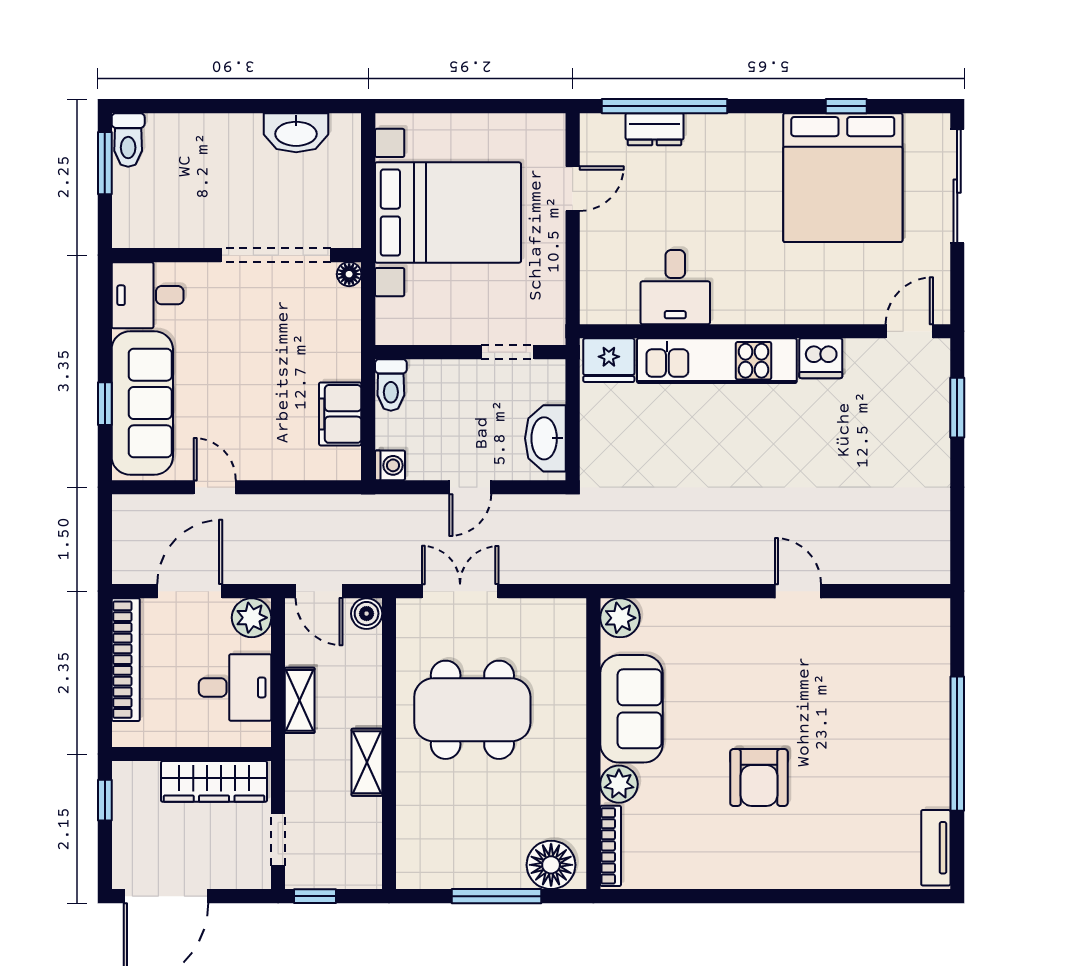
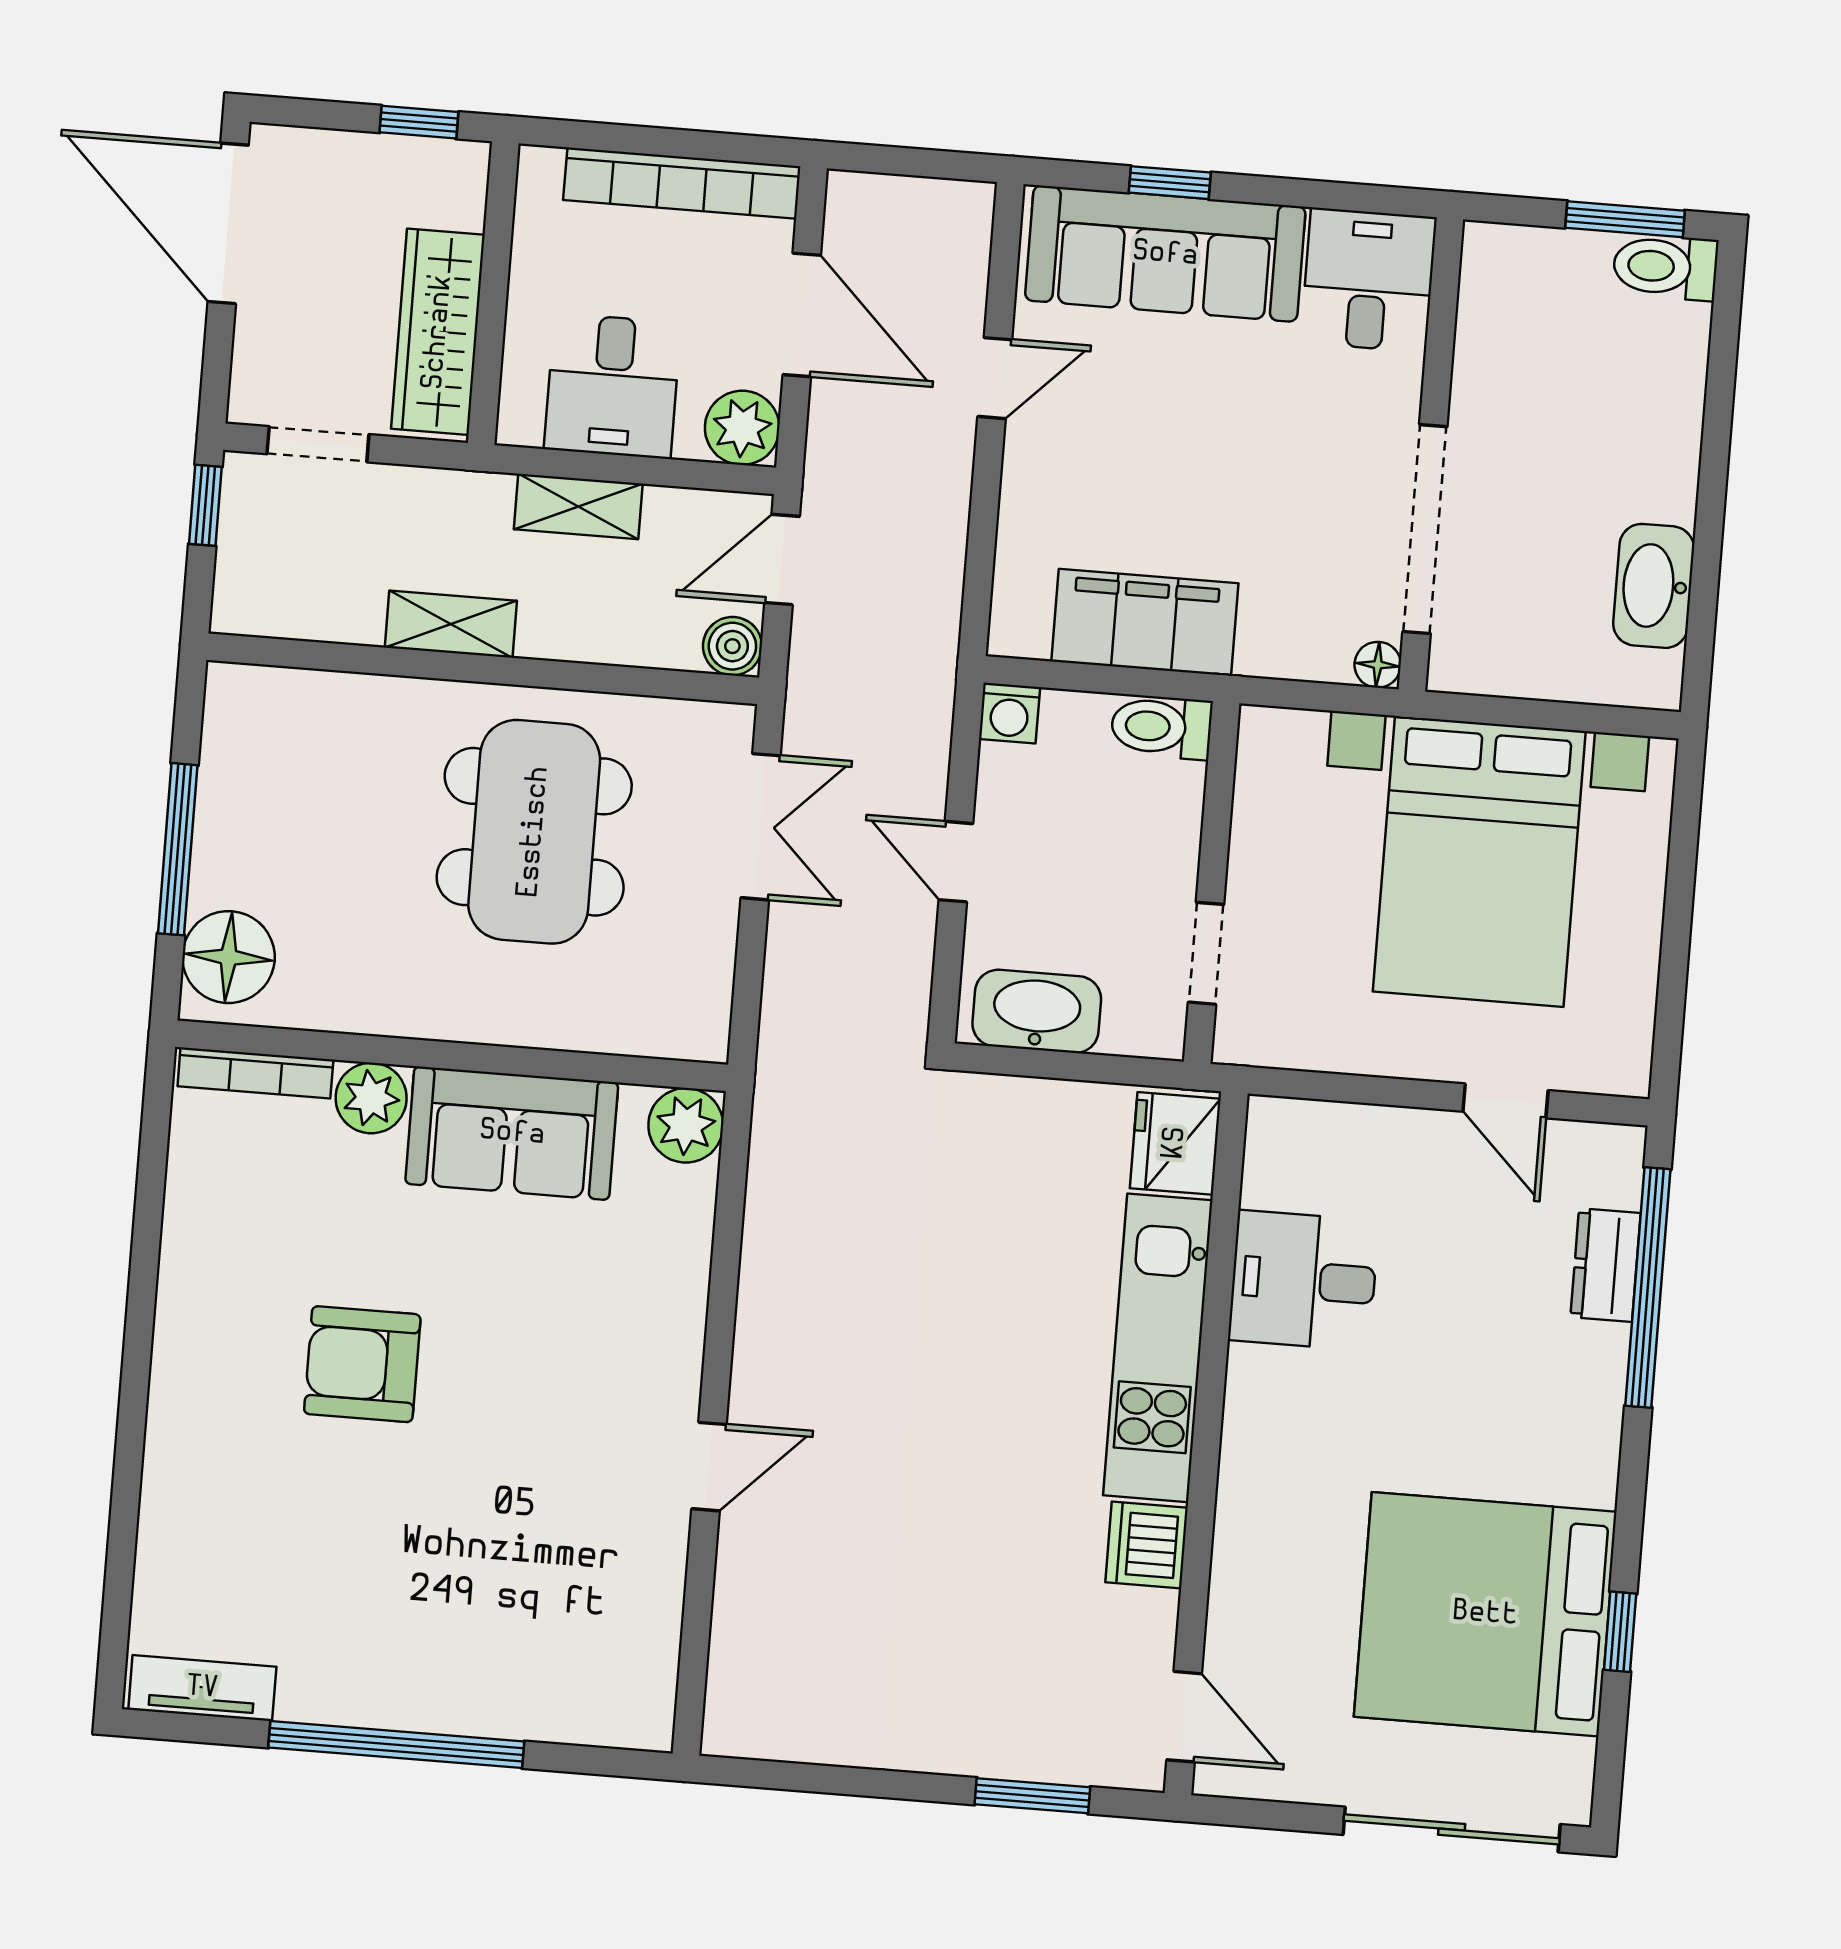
filing cabinet: (340, 414) -> (1145, 622), width x1.50, depth x1.17

